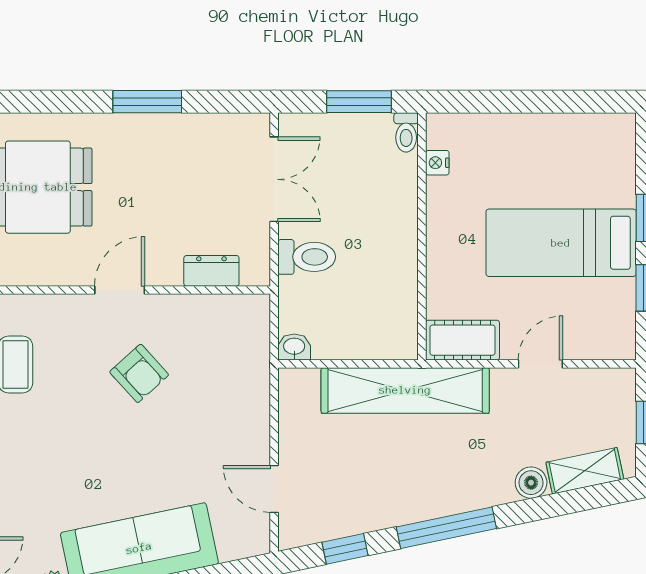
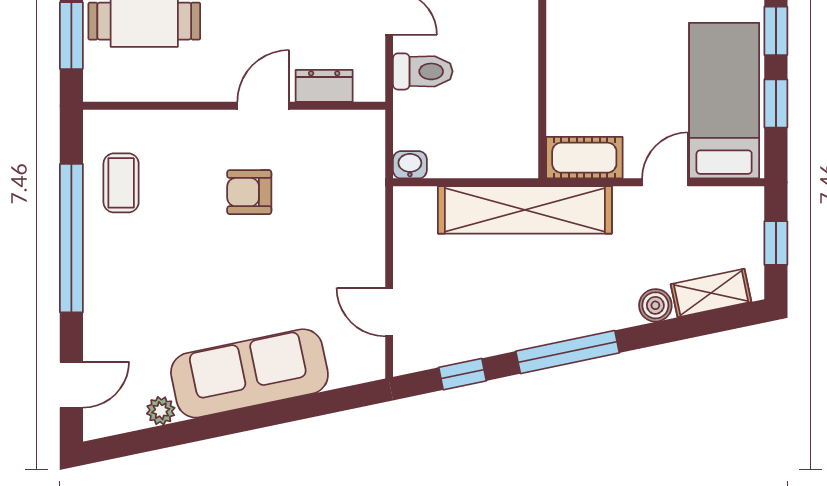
bed: (561, 243) -> (724, 101), moved, turned 90
door: (120, 290) -> (263, 106), moved
armchair: (139, 373) -> (249, 192), turned 132

